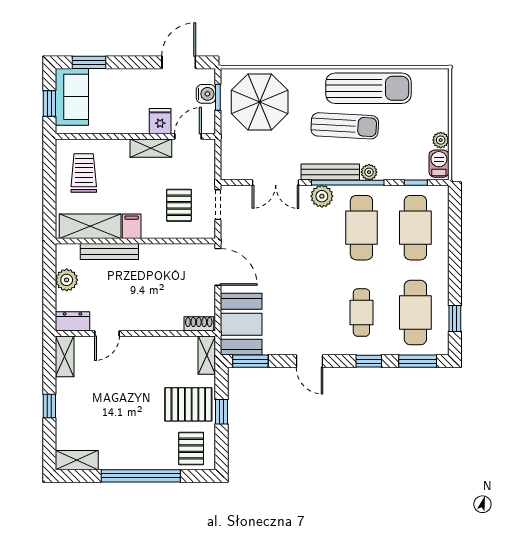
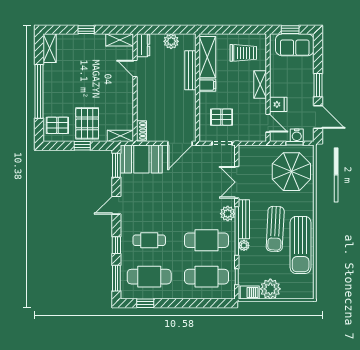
window: (89, 62) -> (318, 85), moved
plant: (441, 140) -> (270, 289), width x1.88, depth x1.88
shelving: (151, 148) -> (260, 84), moved

